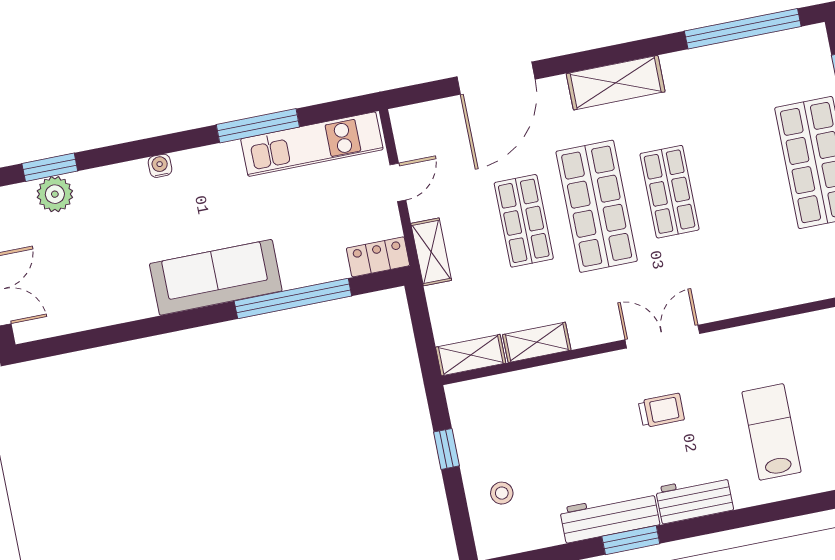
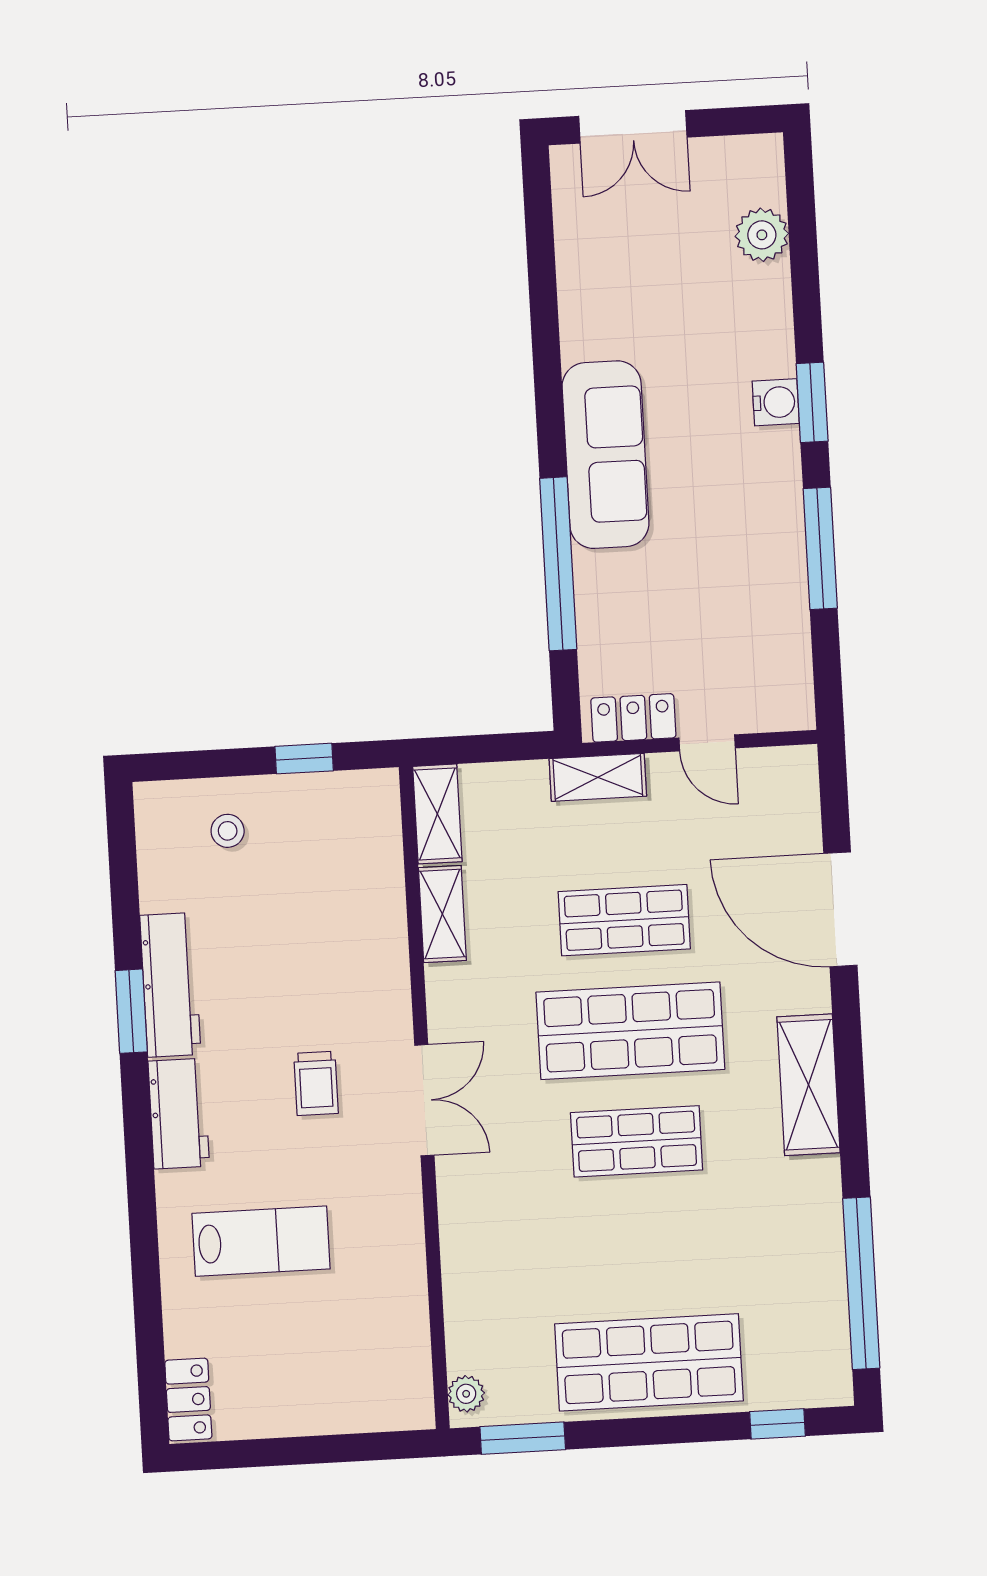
kitchen unit: (312, 144) -> (782, 624), removed
water cooler: (160, 166) -> (776, 402), width x1.38, depth x1.38
window: (50, 167) -> (812, 402), moved
locker: (378, 257) -> (633, 718), moved, turned -90

